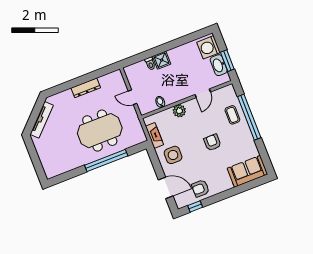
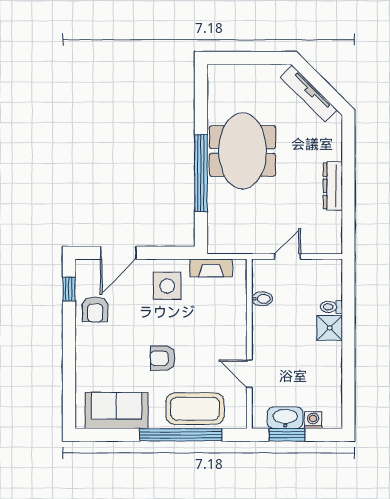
washing machine: (209, 47) -> (313, 420), width x0.53, depth x0.53
plant: (179, 111) -> (236, 324), removed
coffee table: (232, 115) -> (195, 409), width x1.86, depth x1.72
meeting table: (100, 131) -> (242, 151), moved
armchair: (212, 142) -> (163, 358), turned 180
sofa: (247, 171) -> (116, 411), moved, turned -90
armchair: (200, 188) -> (95, 309), turned 180

